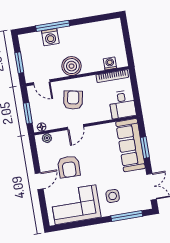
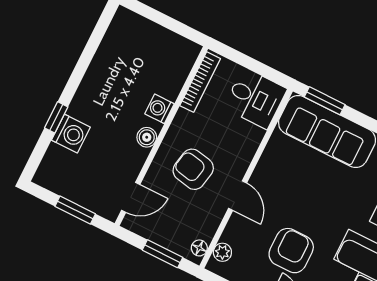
window: (53, 26) -> (56, 117), width x0.46
washing machine: (110, 63) -> (160, 109), moved
boiler: (72, 66) -> (147, 137), width x0.54, depth x0.54
window: (145, 148) -> (325, 101), moved
armchair: (69, 167) -> (291, 251), turned -91

